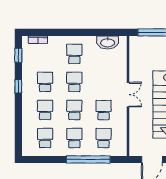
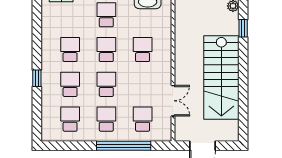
window: (18, 55) -> (37, 17), removed
window: (18, 86) -> (37, 78), moved
double door: (128, 95) -> (173, 101), moved
school desk: (104, 110) -> (143, 50), moved

